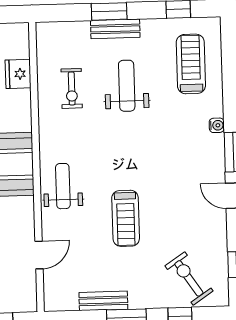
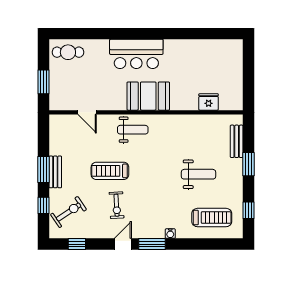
bench: (115, 29) -> (237, 141), moved
exercise bike: (72, 88) -> (117, 205), moved, turned -93
bench: (103, 301) -> (55, 172), moved

